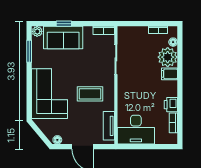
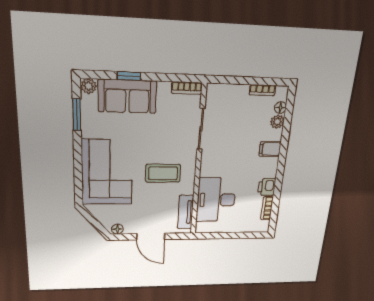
plant: (168, 57) -> (277, 122), width x0.53, depth x0.53
desk: (136, 130) -> (216, 200), moved, turned 90

